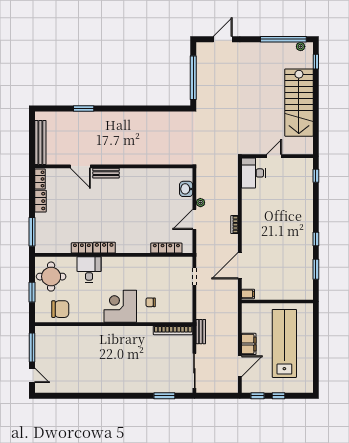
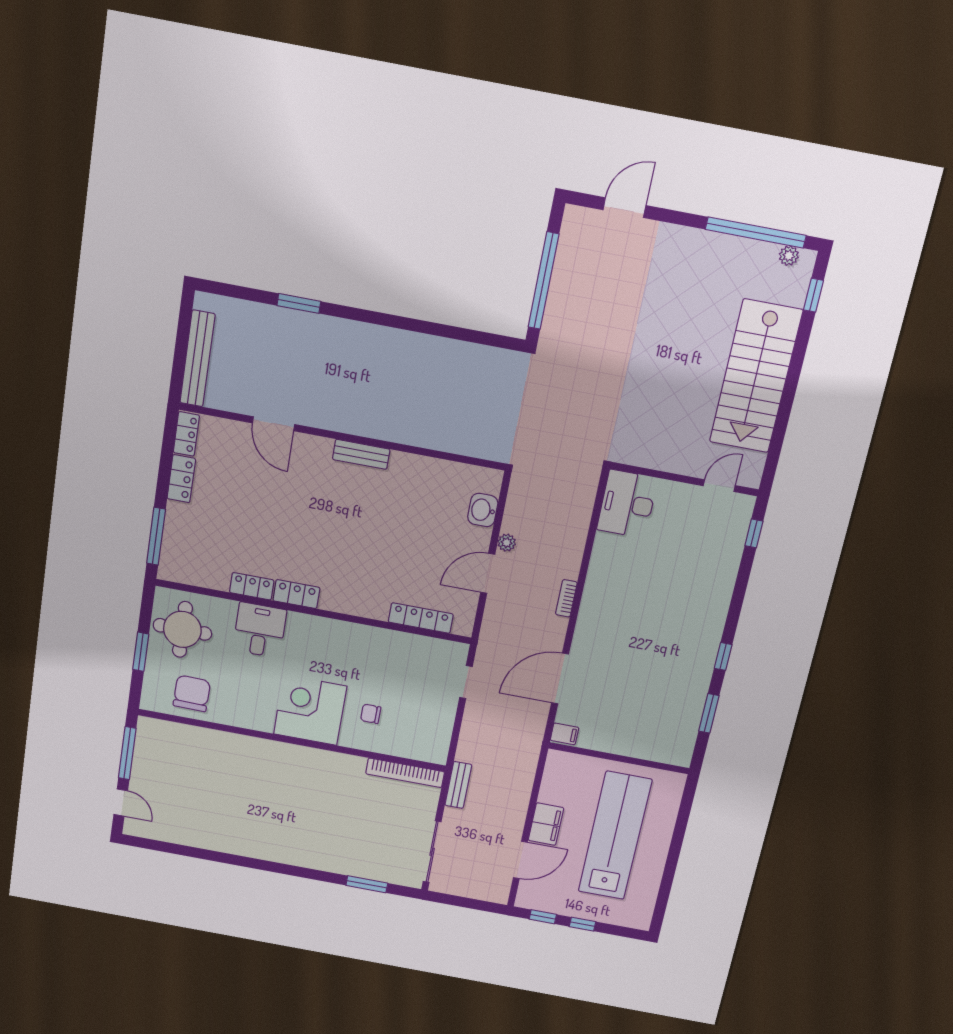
door: (274, 156) -> (719, 486), moved
bench: (106, 173) -> (361, 454), moved
chair: (60, 309) -> (192, 693), turned -89

